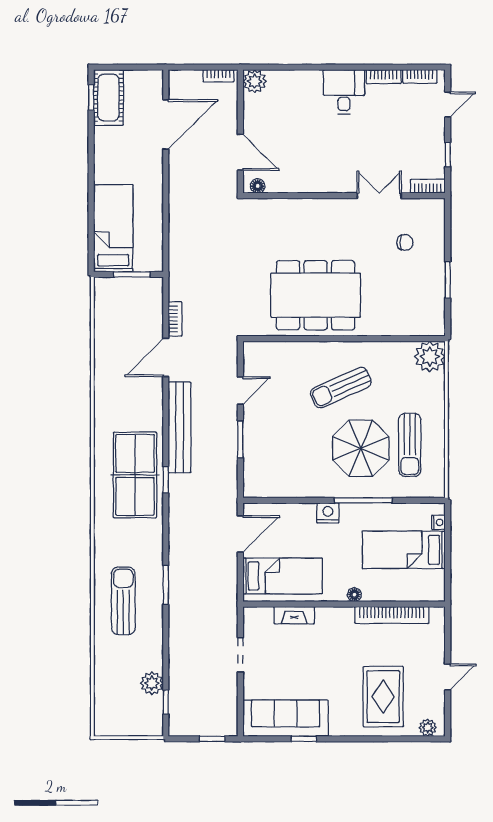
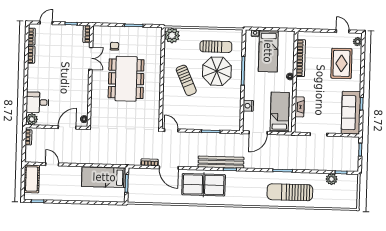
desk: (344, 92) -> (38, 102), moved
cot: (108, 98) -> (32, 179), moved, turned 90
door: (448, 105) -> (46, 23), hinge flipped
door: (166, 124) -> (52, 164), width x0.53
double door: (379, 196) -> (91, 58), swing flipped
bed: (113, 228) -> (104, 177), moved
dining table: (316, 295) -> (126, 79), moved
door: (240, 391) -> (171, 130), moved
bench: (180, 427) -> (221, 162), moved
table tennis table: (135, 475) -> (204, 185), moved
nightstand: (328, 513) -> (248, 106), moved
door: (240, 534) -> (258, 133), swing flipped
sun lounger: (123, 601) -> (290, 192), width x1.36, depth x1.34
door: (448, 677) -> (343, 31), moved
rug: (383, 697) -> (341, 63), turned 90

